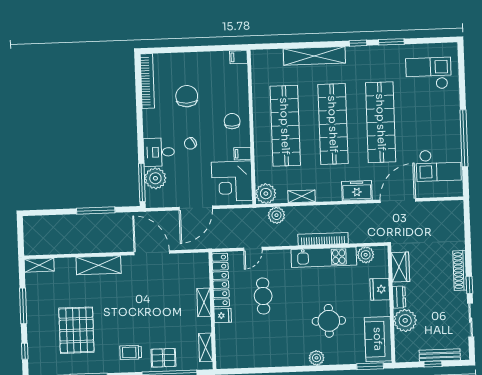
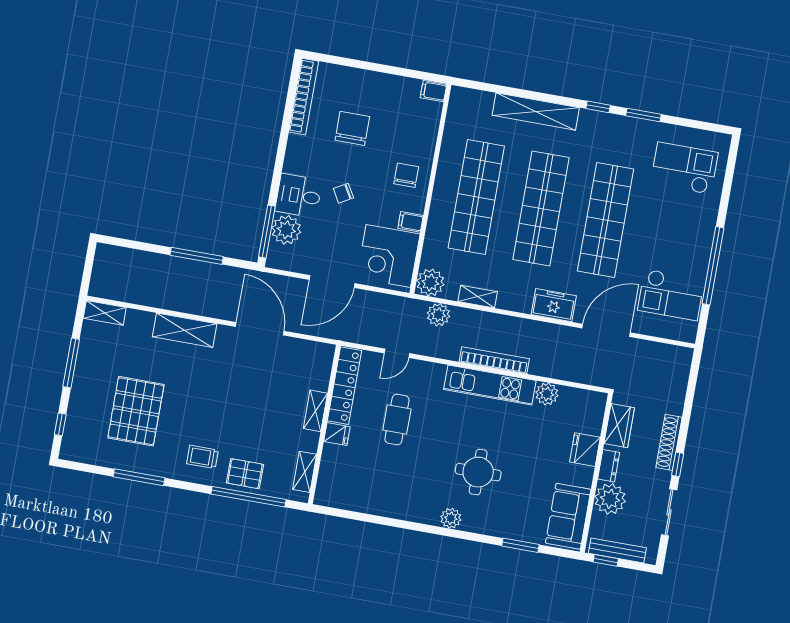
wardrobe: (400, 267) -> (619, 426), moved
fridge: (380, 289) -> (585, 450), moved
dresser: (399, 297) -> (609, 466), moved
wall: (391, 304) -> (596, 473), moved
plant: (405, 320) -> (610, 499), moved
sofa: (378, 339) -> (568, 516), moved

